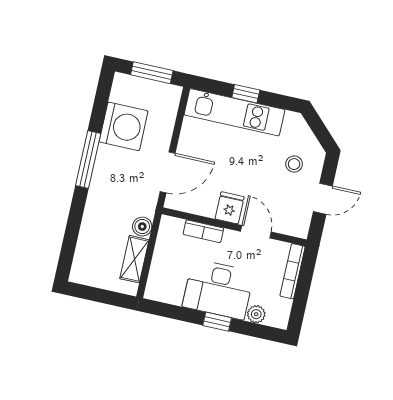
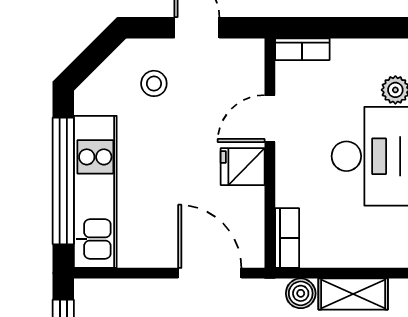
window: (246, 94) -> (63, 181), width x3.17
bookcase: (203, 231) -> (287, 238), moved
bookcase: (293, 271) -> (302, 49), width x0.64

